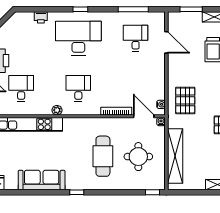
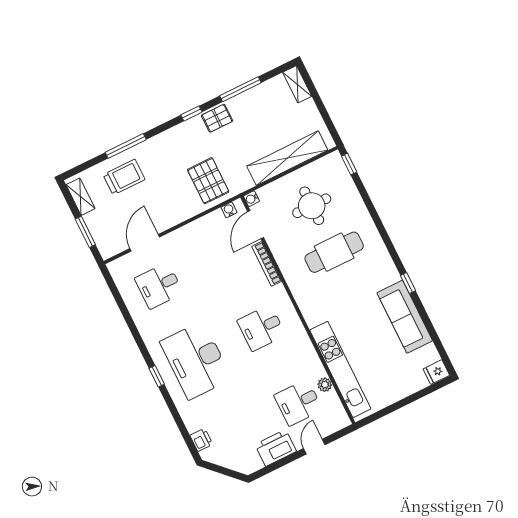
window: (133, 9) -> (123, 307), removed
printer: (41, 17) -> (201, 440), moved
pallet: (185, 100) -> (208, 181), turned 90
plant: (57, 110) -> (325, 385), moved
window: (77, 192) -> (408, 283), moved

